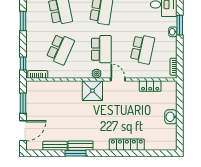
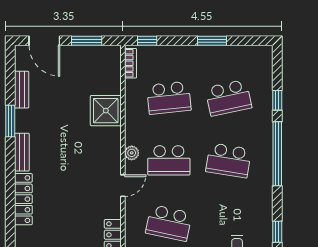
school desk: (60, 49) -> (169, 98), turned -30
shower: (92, 91) -> (106, 111), moved
bench: (81, 146) -> (22, 152), moved

